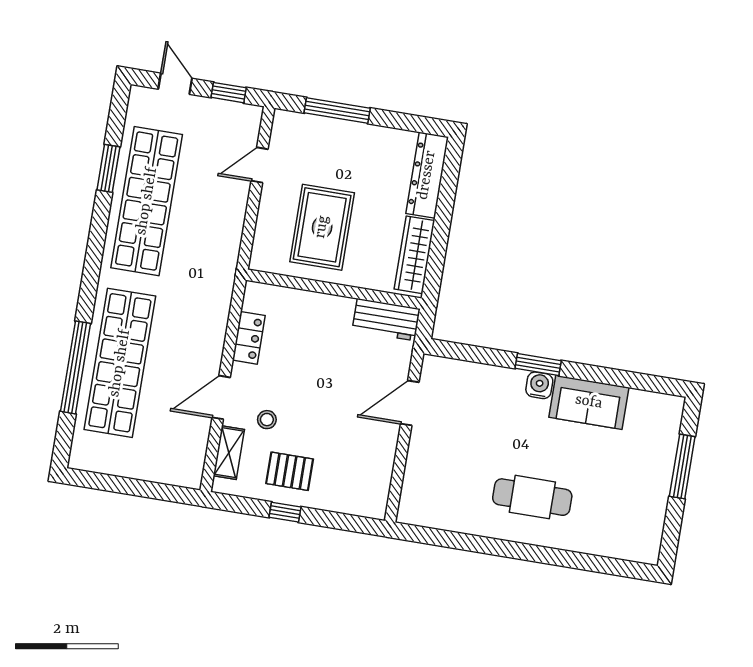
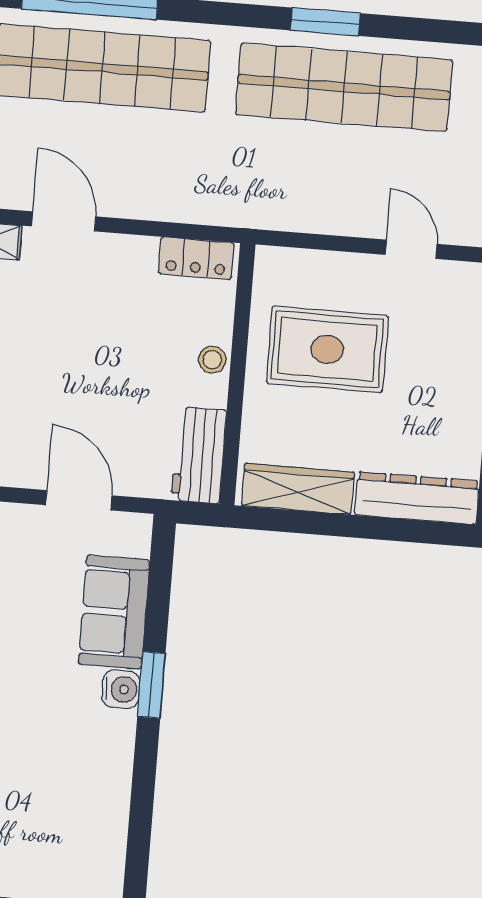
window: (108, 168) -> (325, 22), moved
locker: (249, 338) -> (196, 258), moved
sofa: (589, 402) -> (114, 612), moved
stool: (267, 420) -> (212, 360), moved

